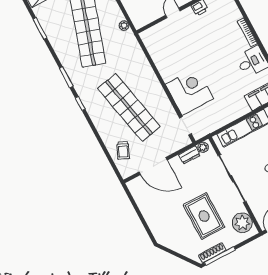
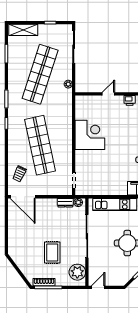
corner desk: (189, 92) -> (90, 135), moved
door: (153, 166) -> (23, 197), moved
rug: (204, 216) -> (52, 252), width x0.73, depth x0.70

